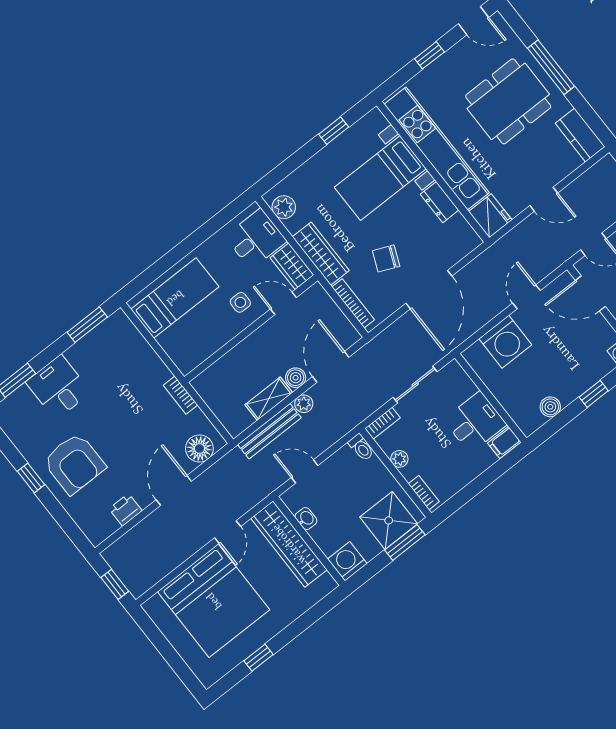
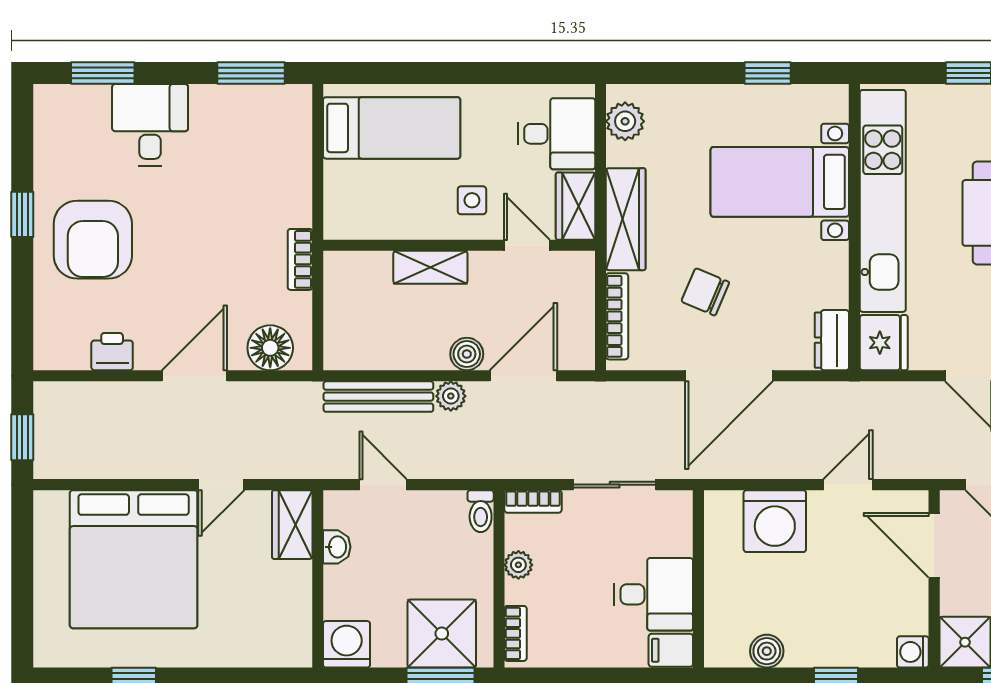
dresser: (440, 202) -> (832, 340), moved
shelving: (269, 399) -> (430, 267), moved
wardrobe: (289, 544) -> (292, 525), width x0.48, depth x0.85

